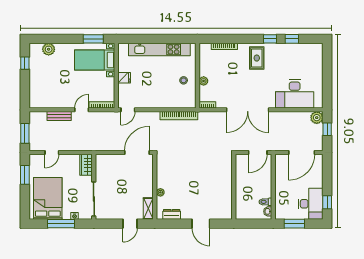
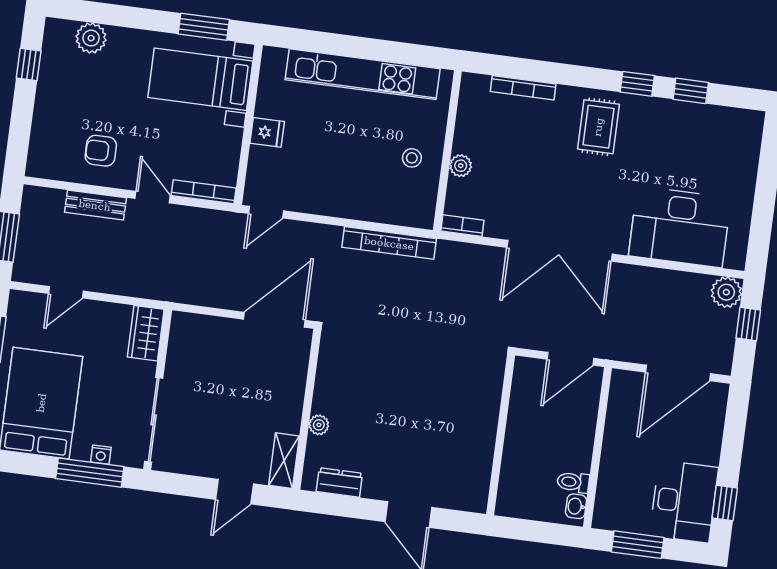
armchair: (58, 94) -> (101, 151), added
door: (82, 110) -> (153, 197), hinge flipped
window: (61, 224) -> (90, 473), moved

